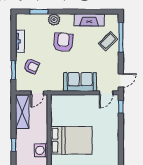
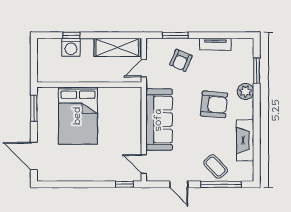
door: (121, 80) -> (179, 184), moved
sofa: (80, 82) -> (159, 120), width x1.36
door: (37, 93) -> (144, 68), hinge flipped
washing machine: (41, 150) -> (71, 47), moved, turned 180

